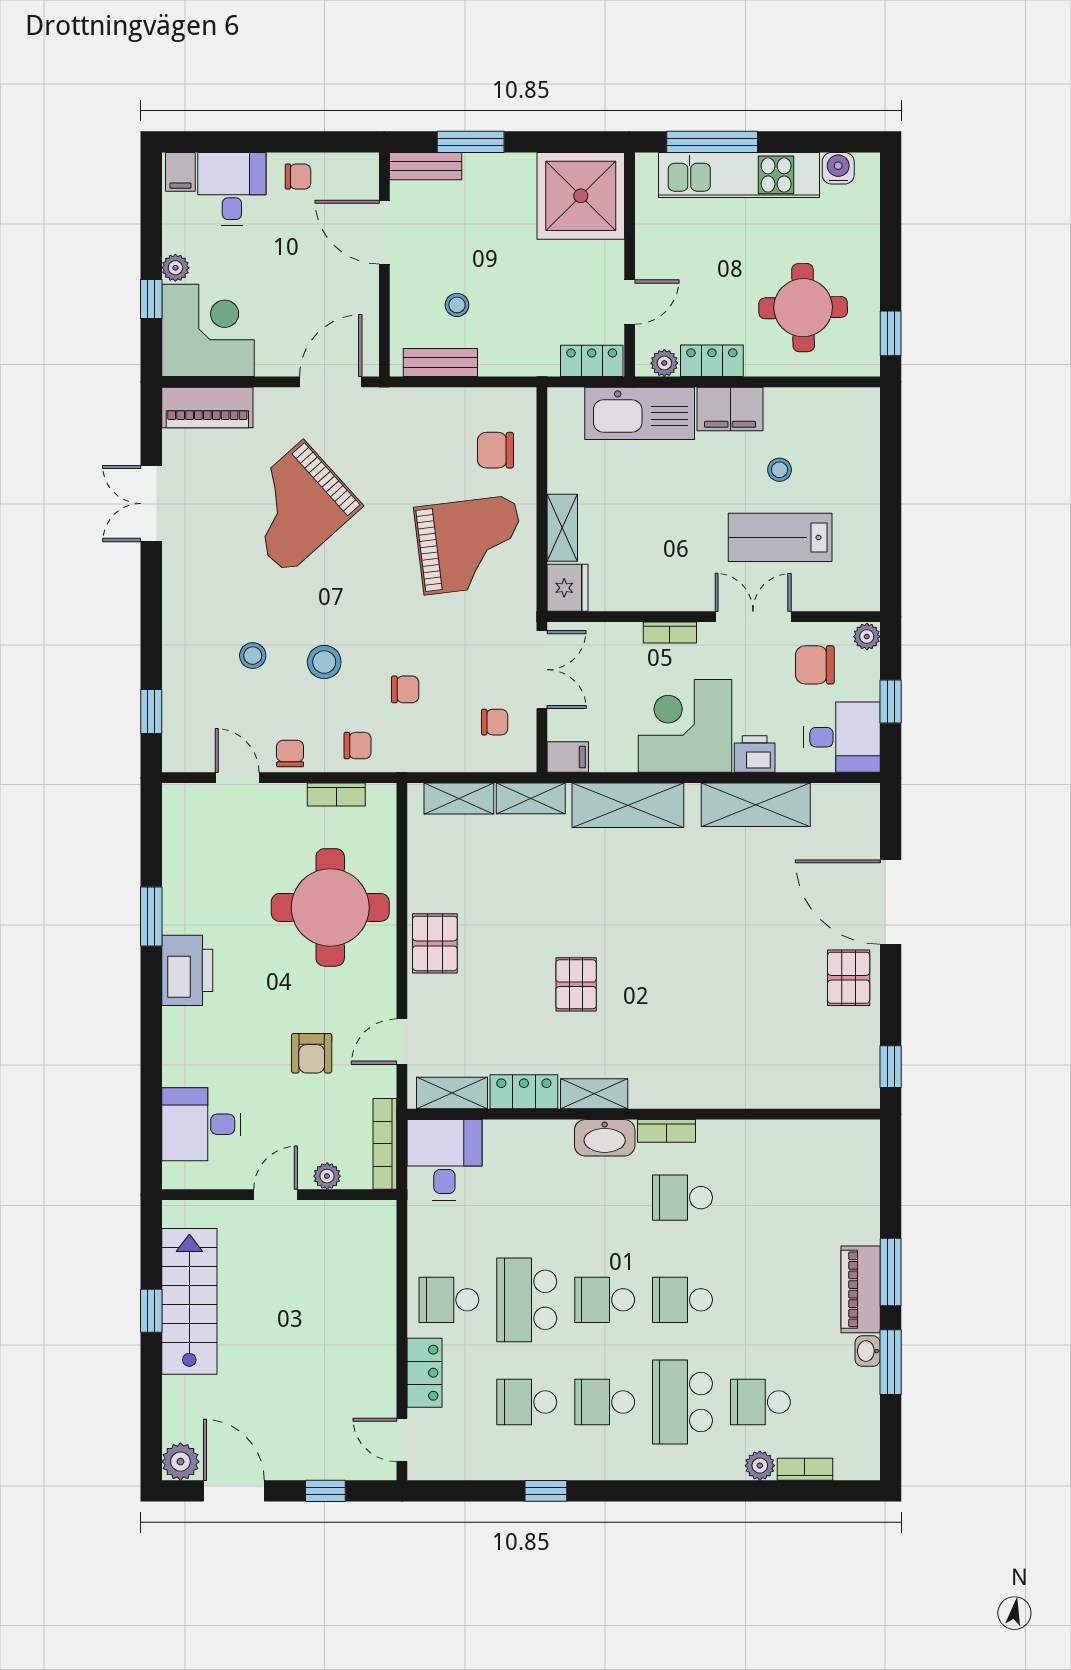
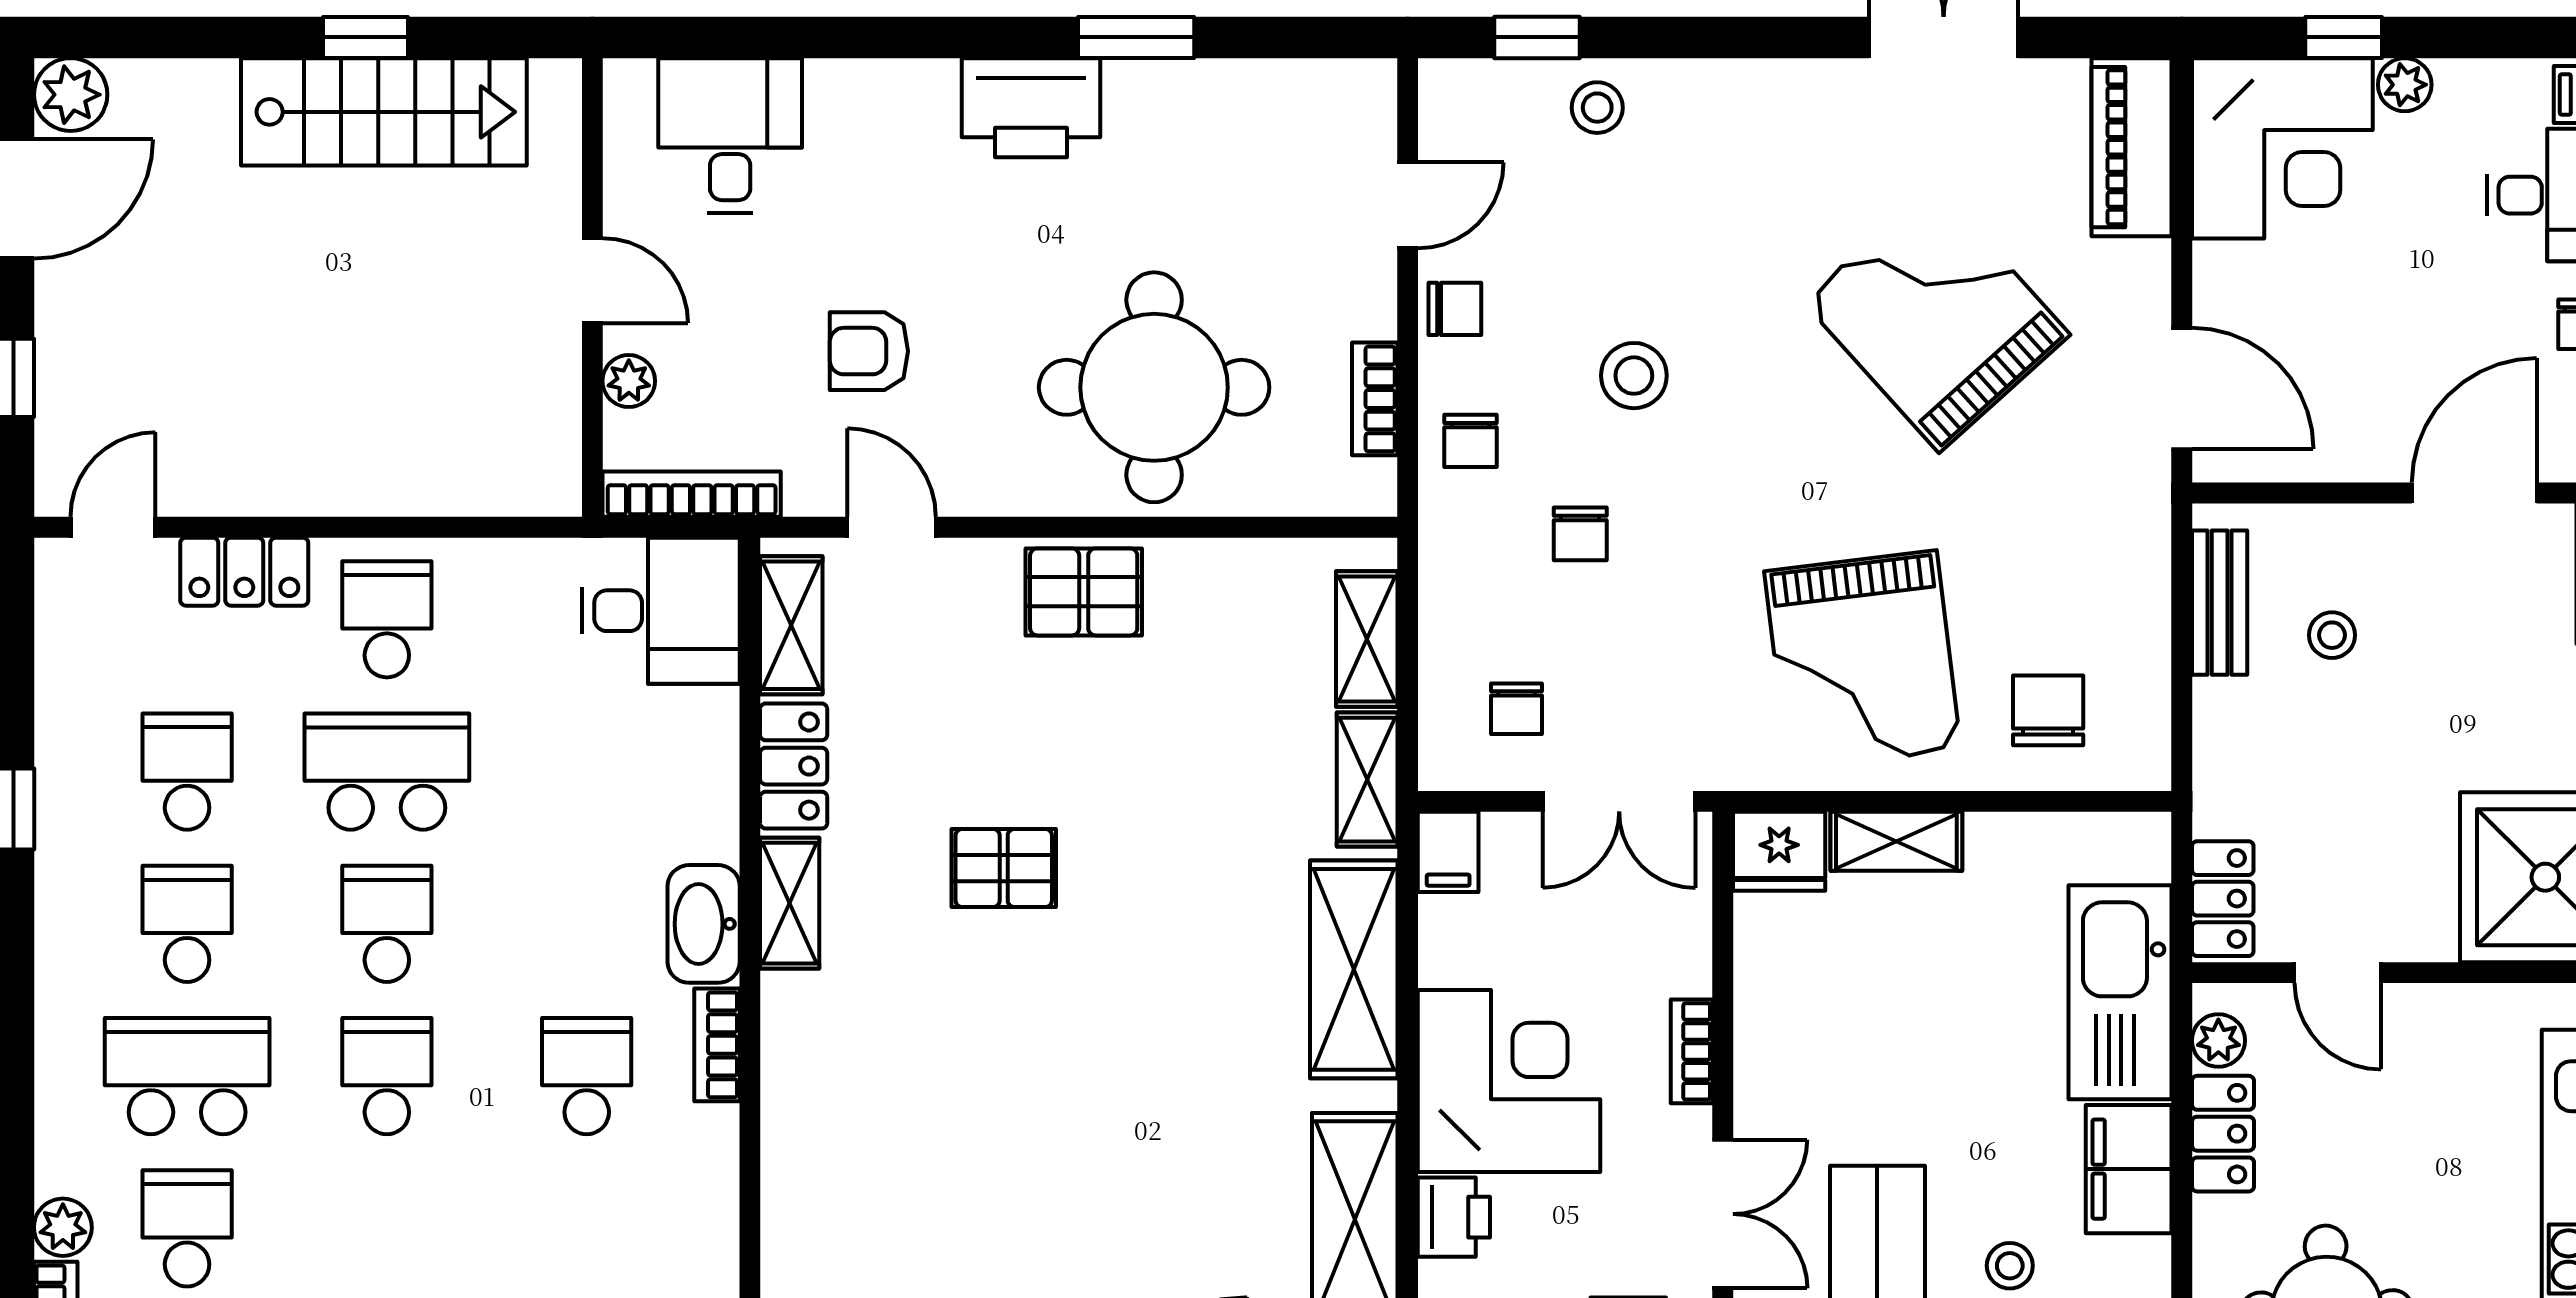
stool: (253, 656) -> (1597, 108), moved

